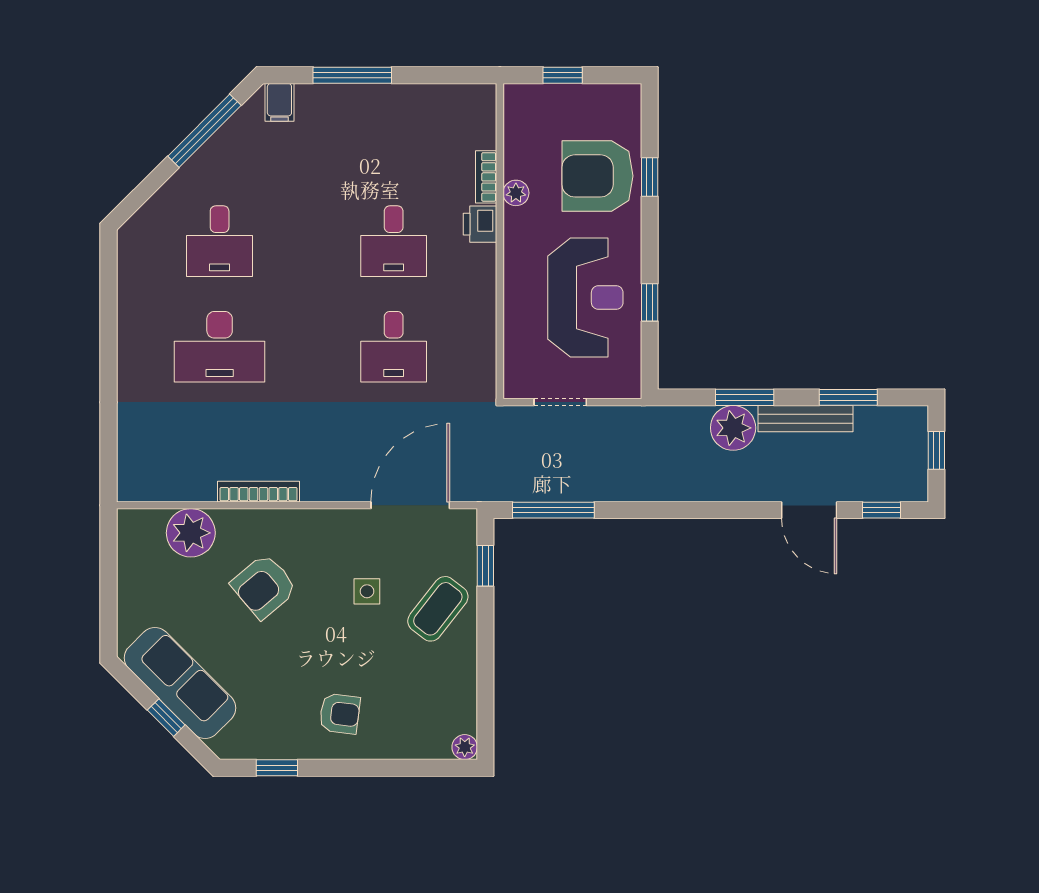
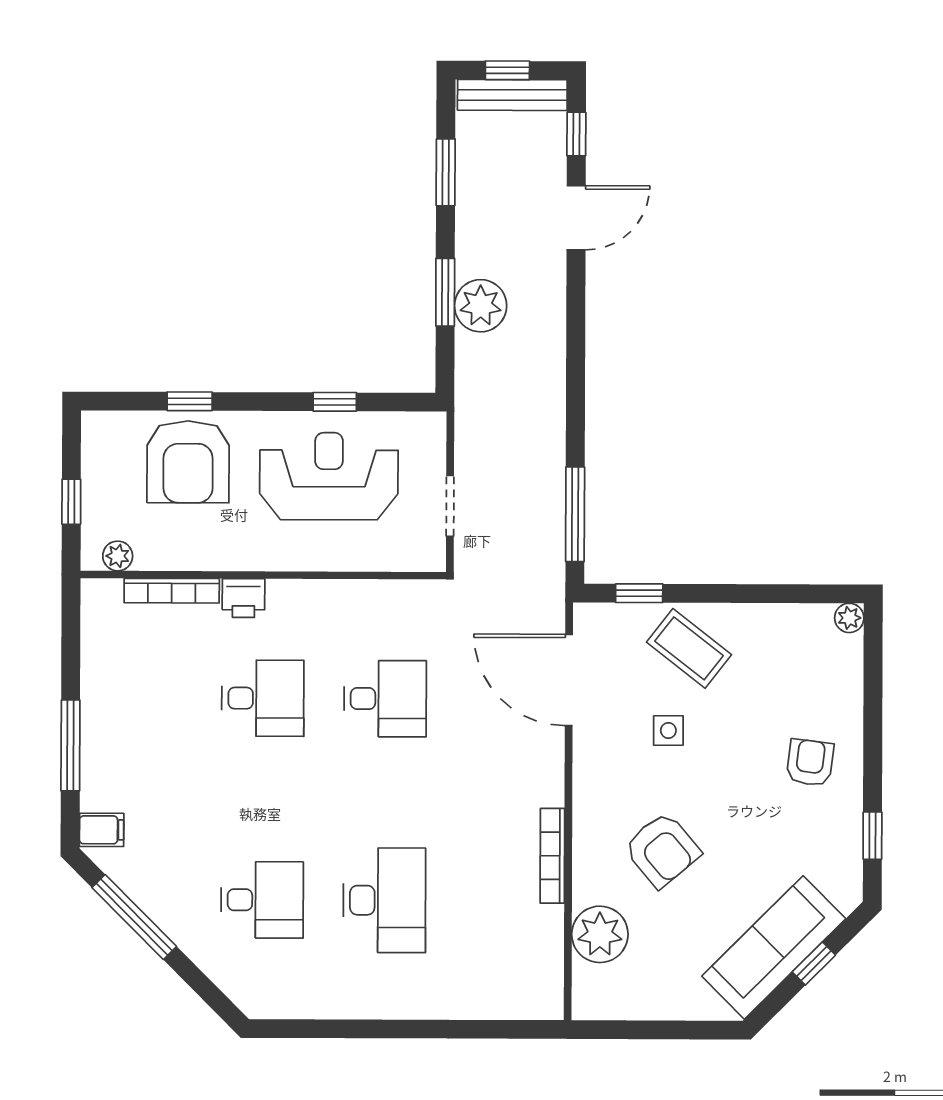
bookcase: (486, 177) -> (172, 591), width x1.56
plant: (516, 193) -> (118, 556), moved
bench: (805, 419) -> (512, 95), moved, turned 90

